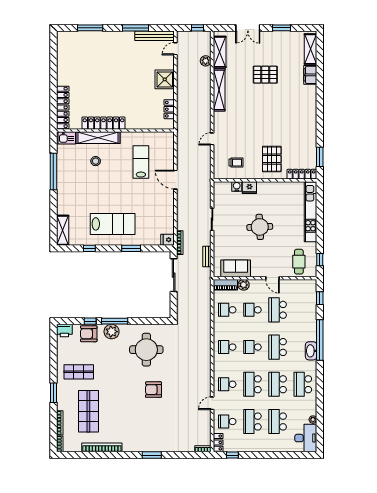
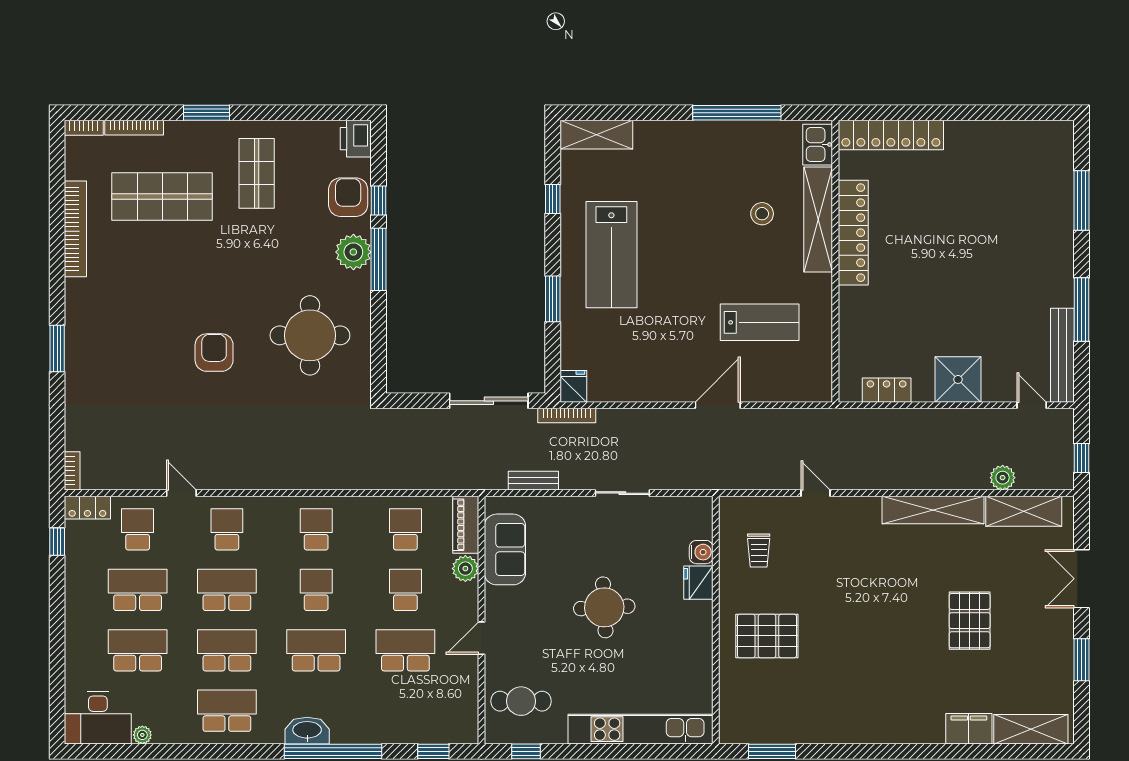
locker: (302, 174) -> (731, 708), removed

